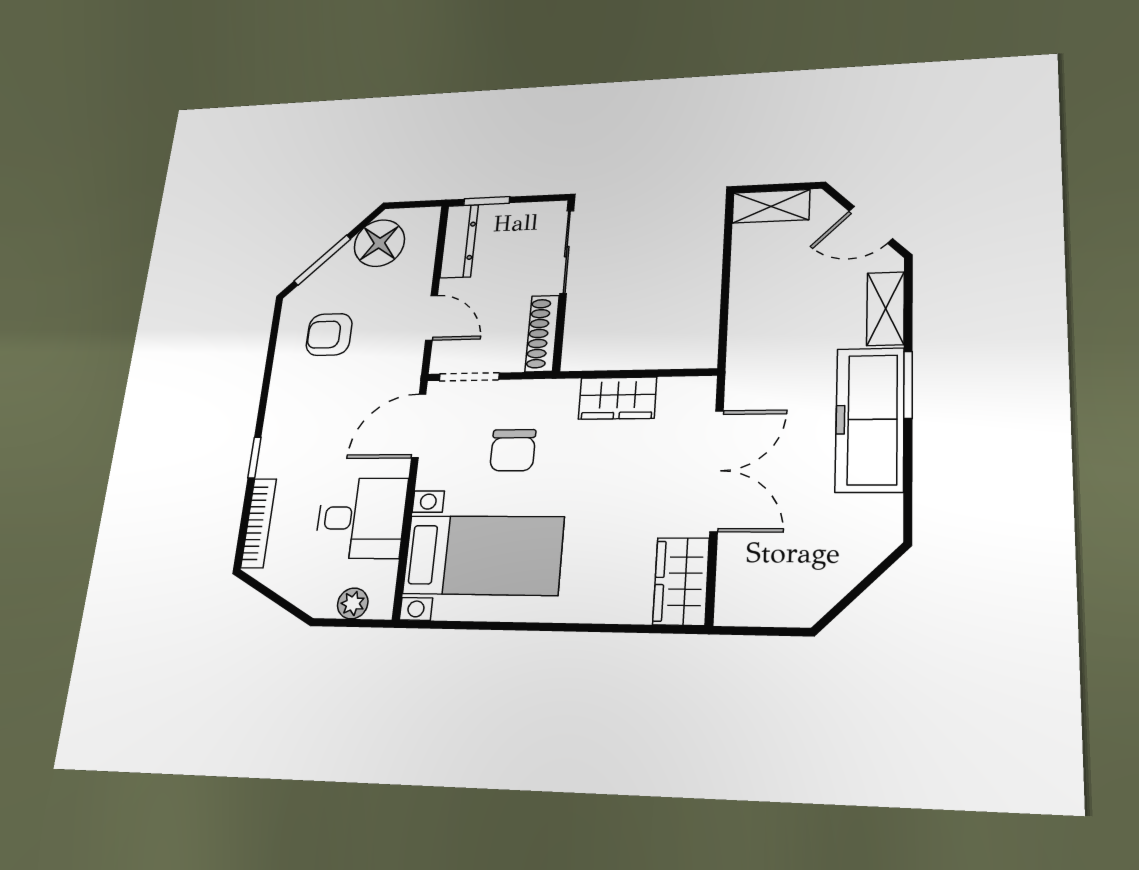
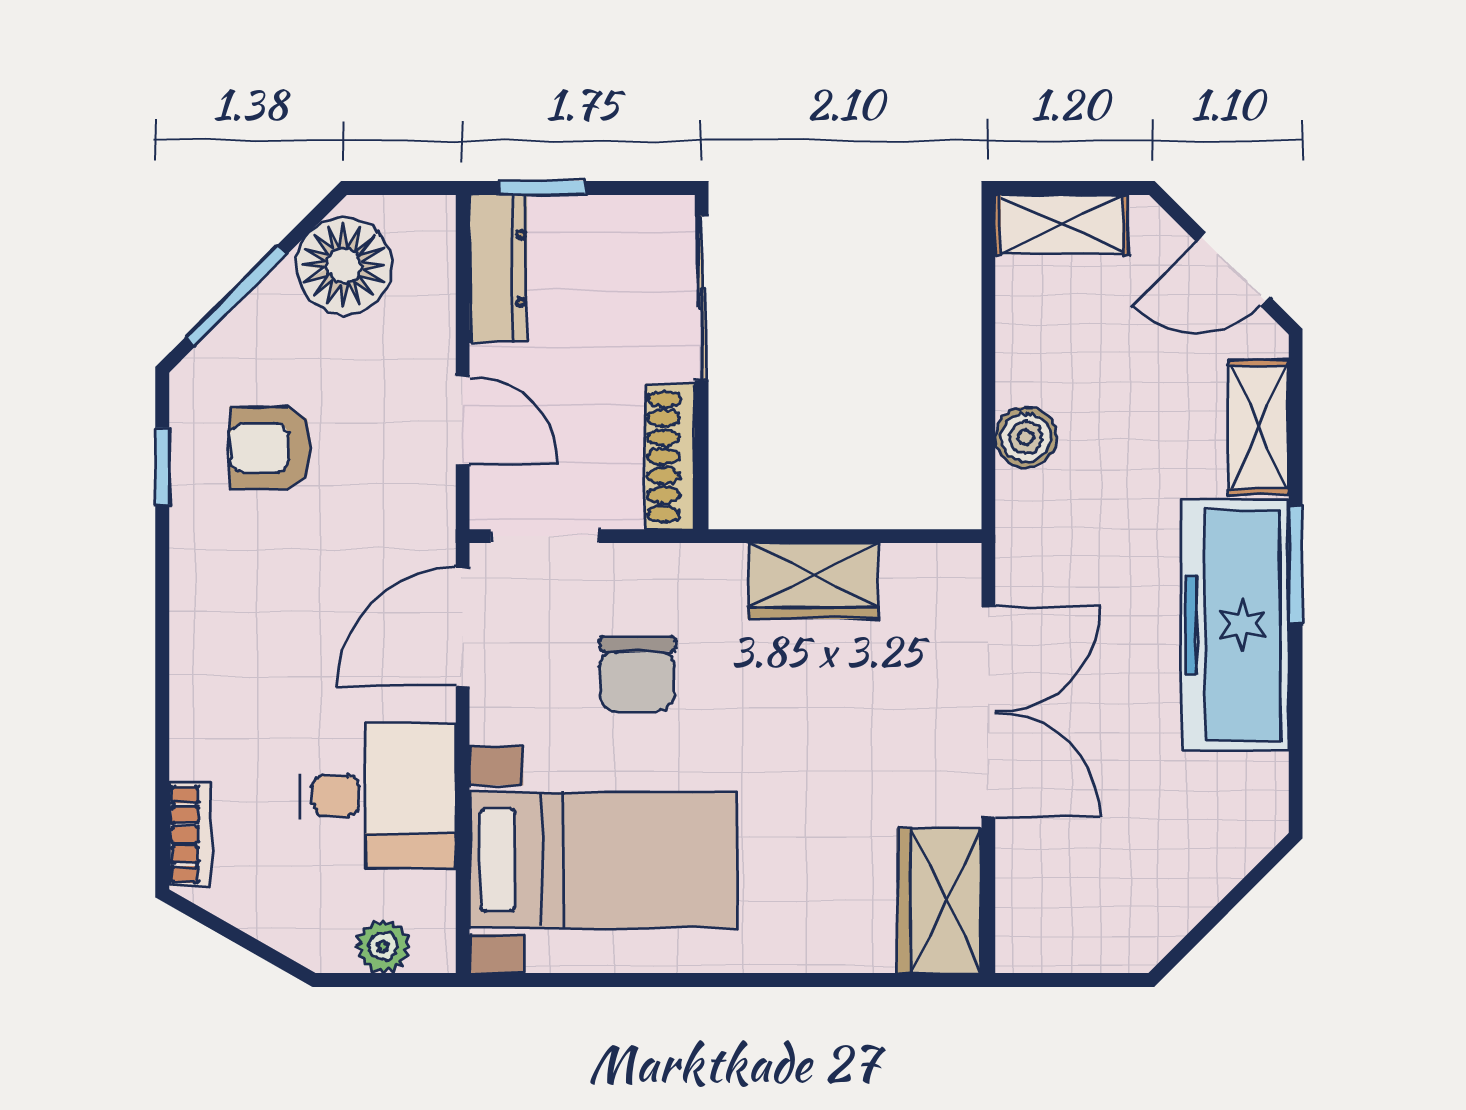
boiler: (746, 318) -> (1026, 437), added
window: (254, 458) -> (162, 466), moved
bookcase: (259, 523) -> (190, 835), width x0.64

